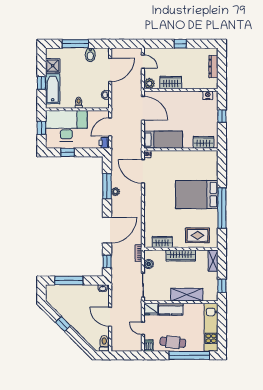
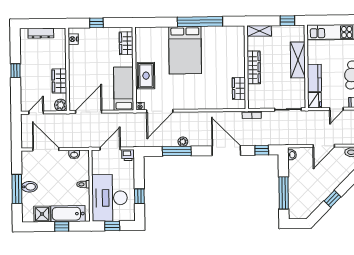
bidet: (90, 55) -> (29, 187), moved
door: (110, 127) -> (110, 149), swing flipped
rug: (198, 235) -> (146, 76), moved
boiler: (149, 264) -> (264, 103), removed

